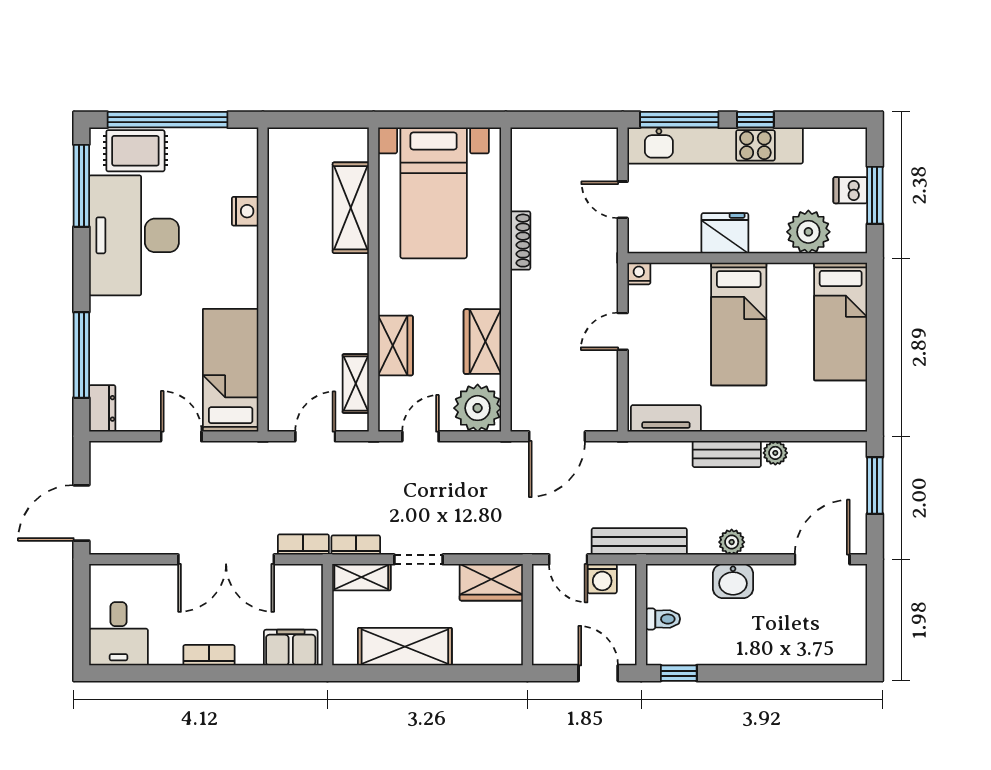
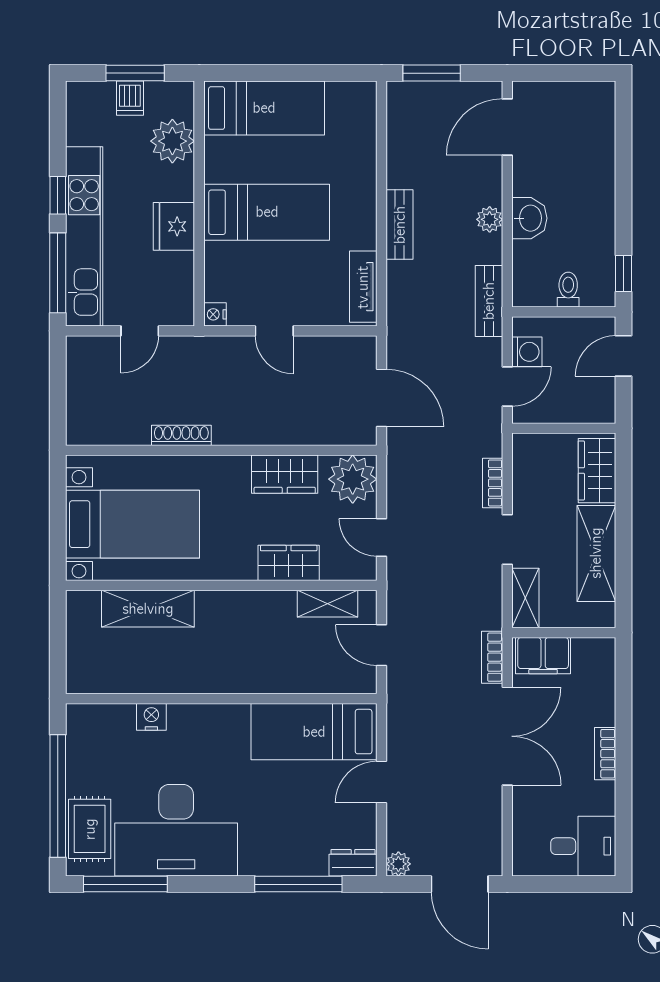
plant: (775, 453) -> (398, 864), moved
bench: (639, 541) -> (489, 301), width x0.73
bookcase: (356, 545) -> (493, 483), moved
door: (822, 559) -> (507, 127), hinge flipped
wardrobe: (491, 582) -> (597, 471), moved, turned 180
filing cabinet: (291, 648) -> (543, 656), moved, turned -90

